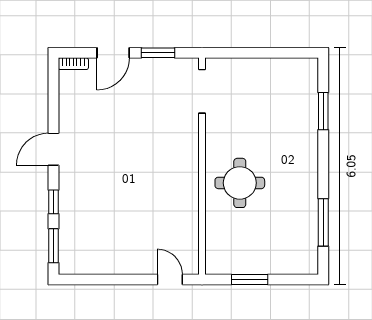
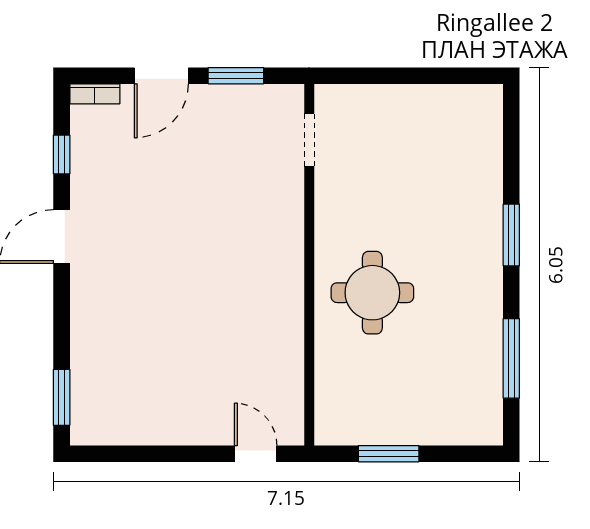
doorway: (202, 91) -> (309, 140), width x0.73
window: (323, 111) -> (511, 235), moved
window: (53, 202) -> (62, 155), moved

